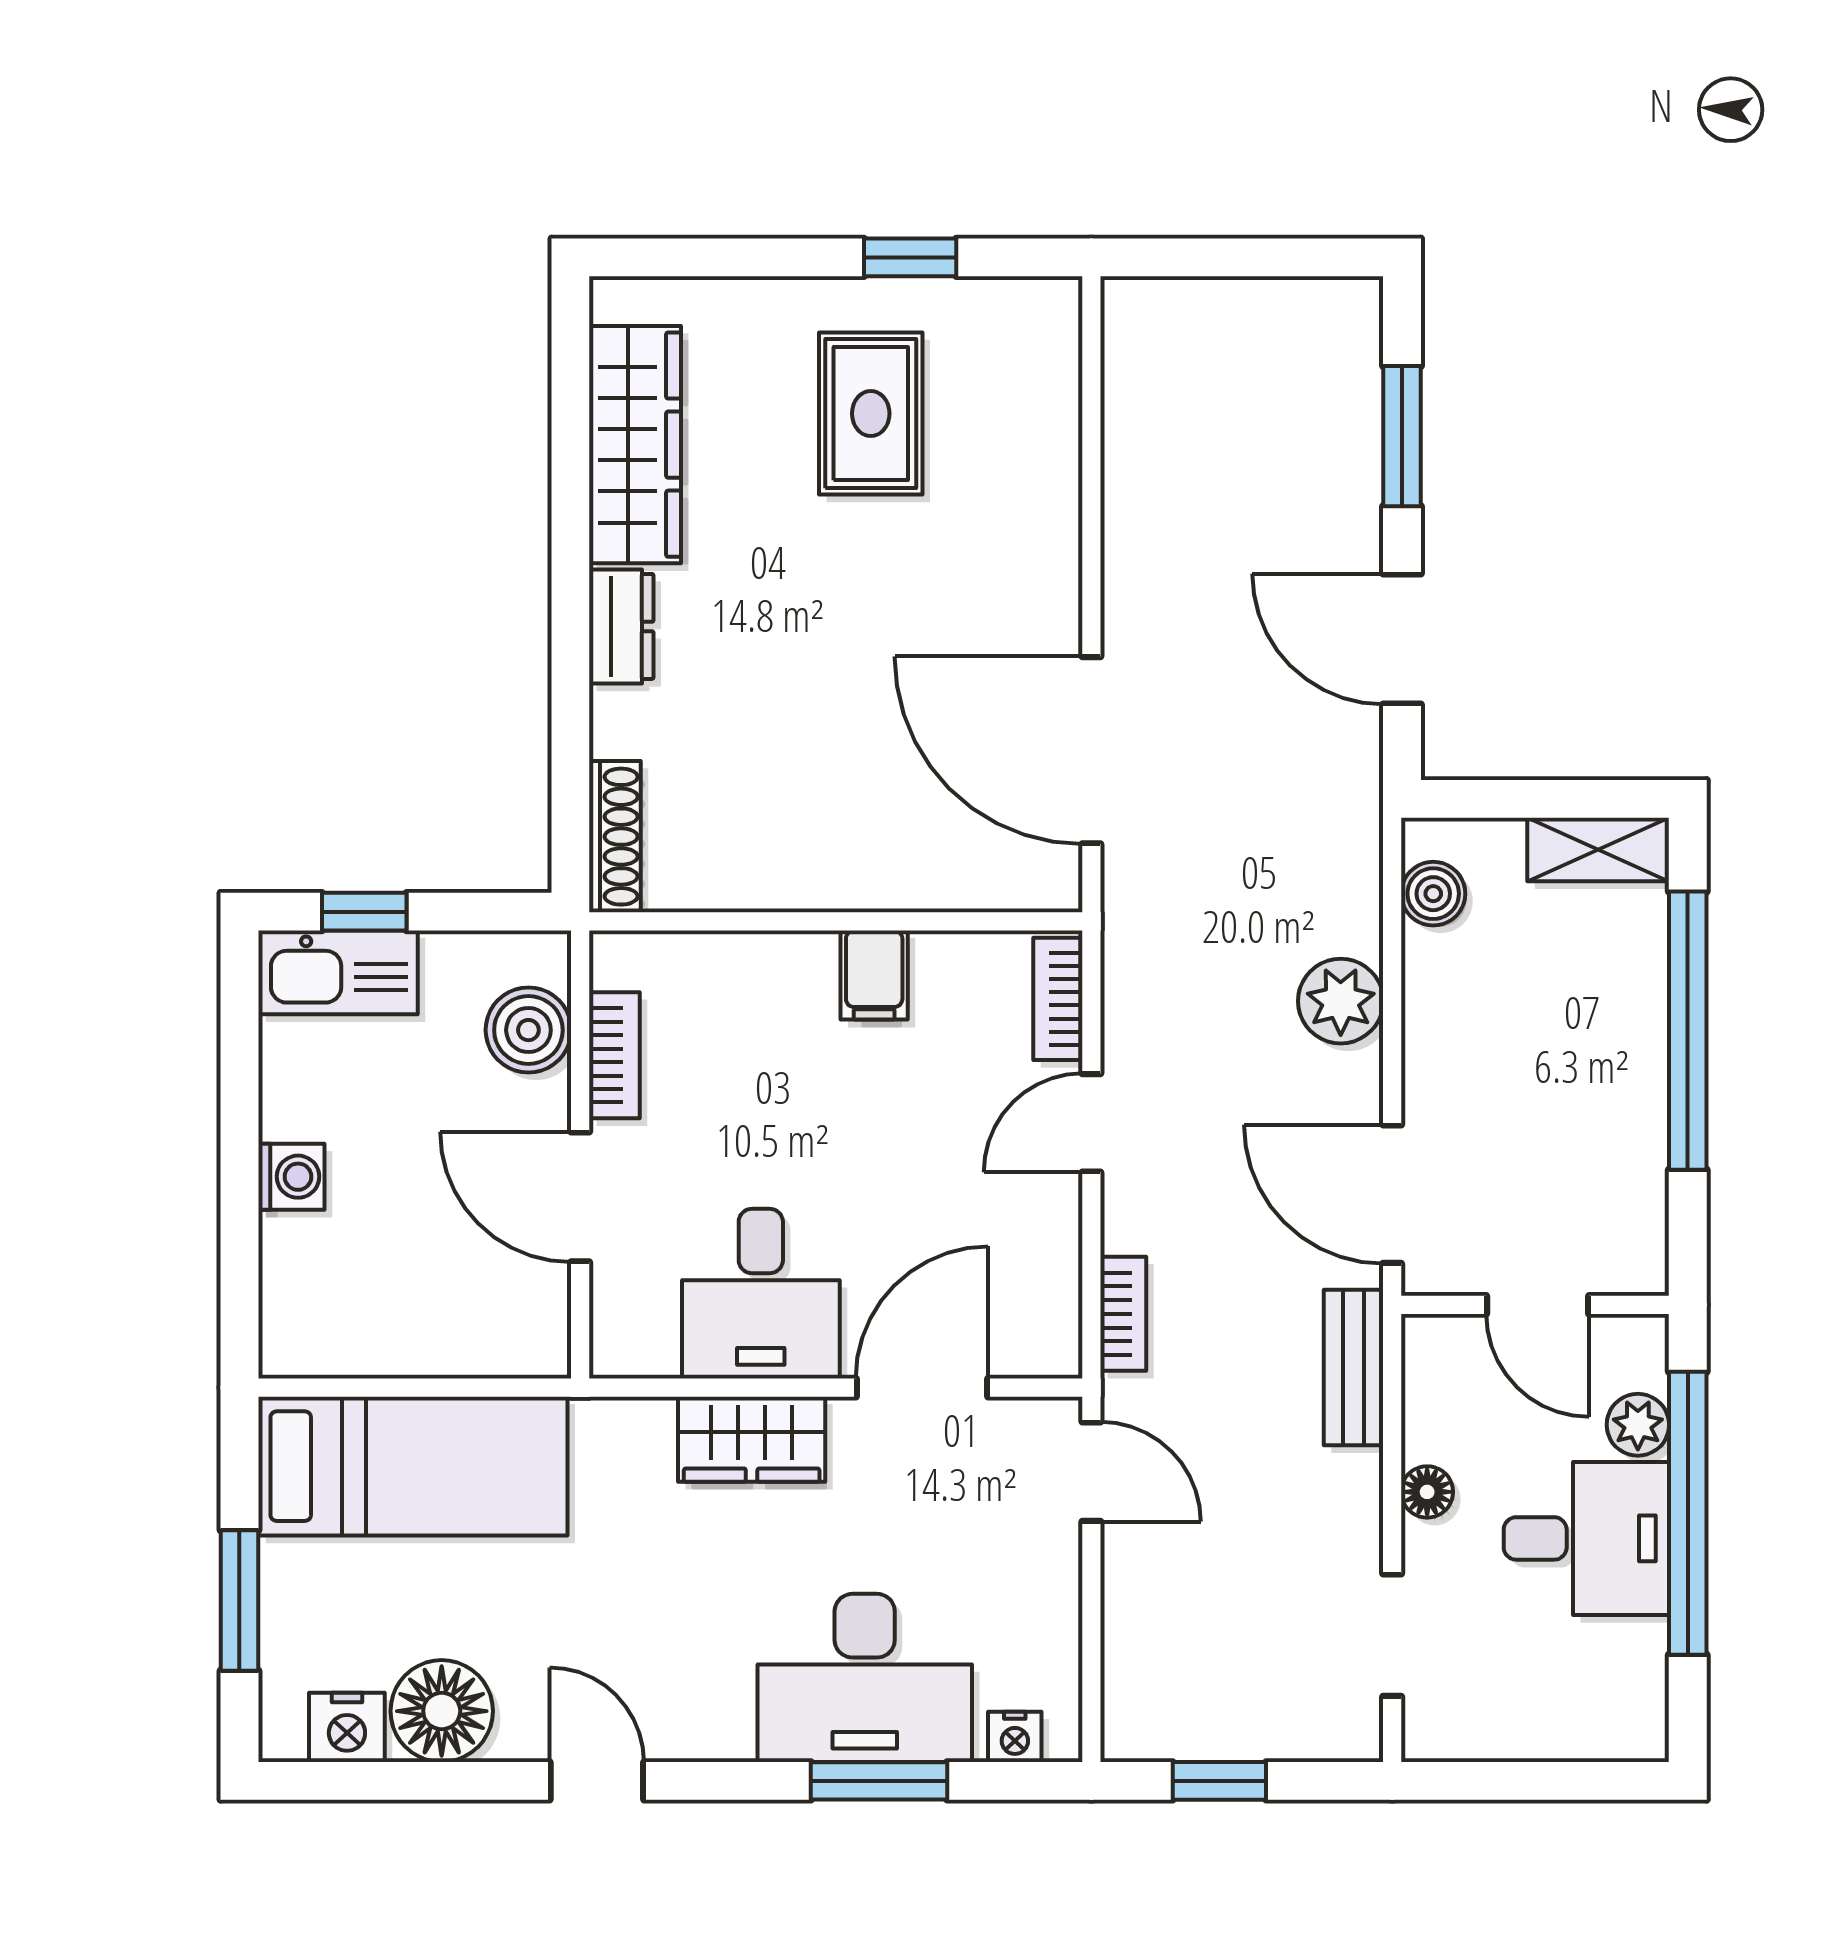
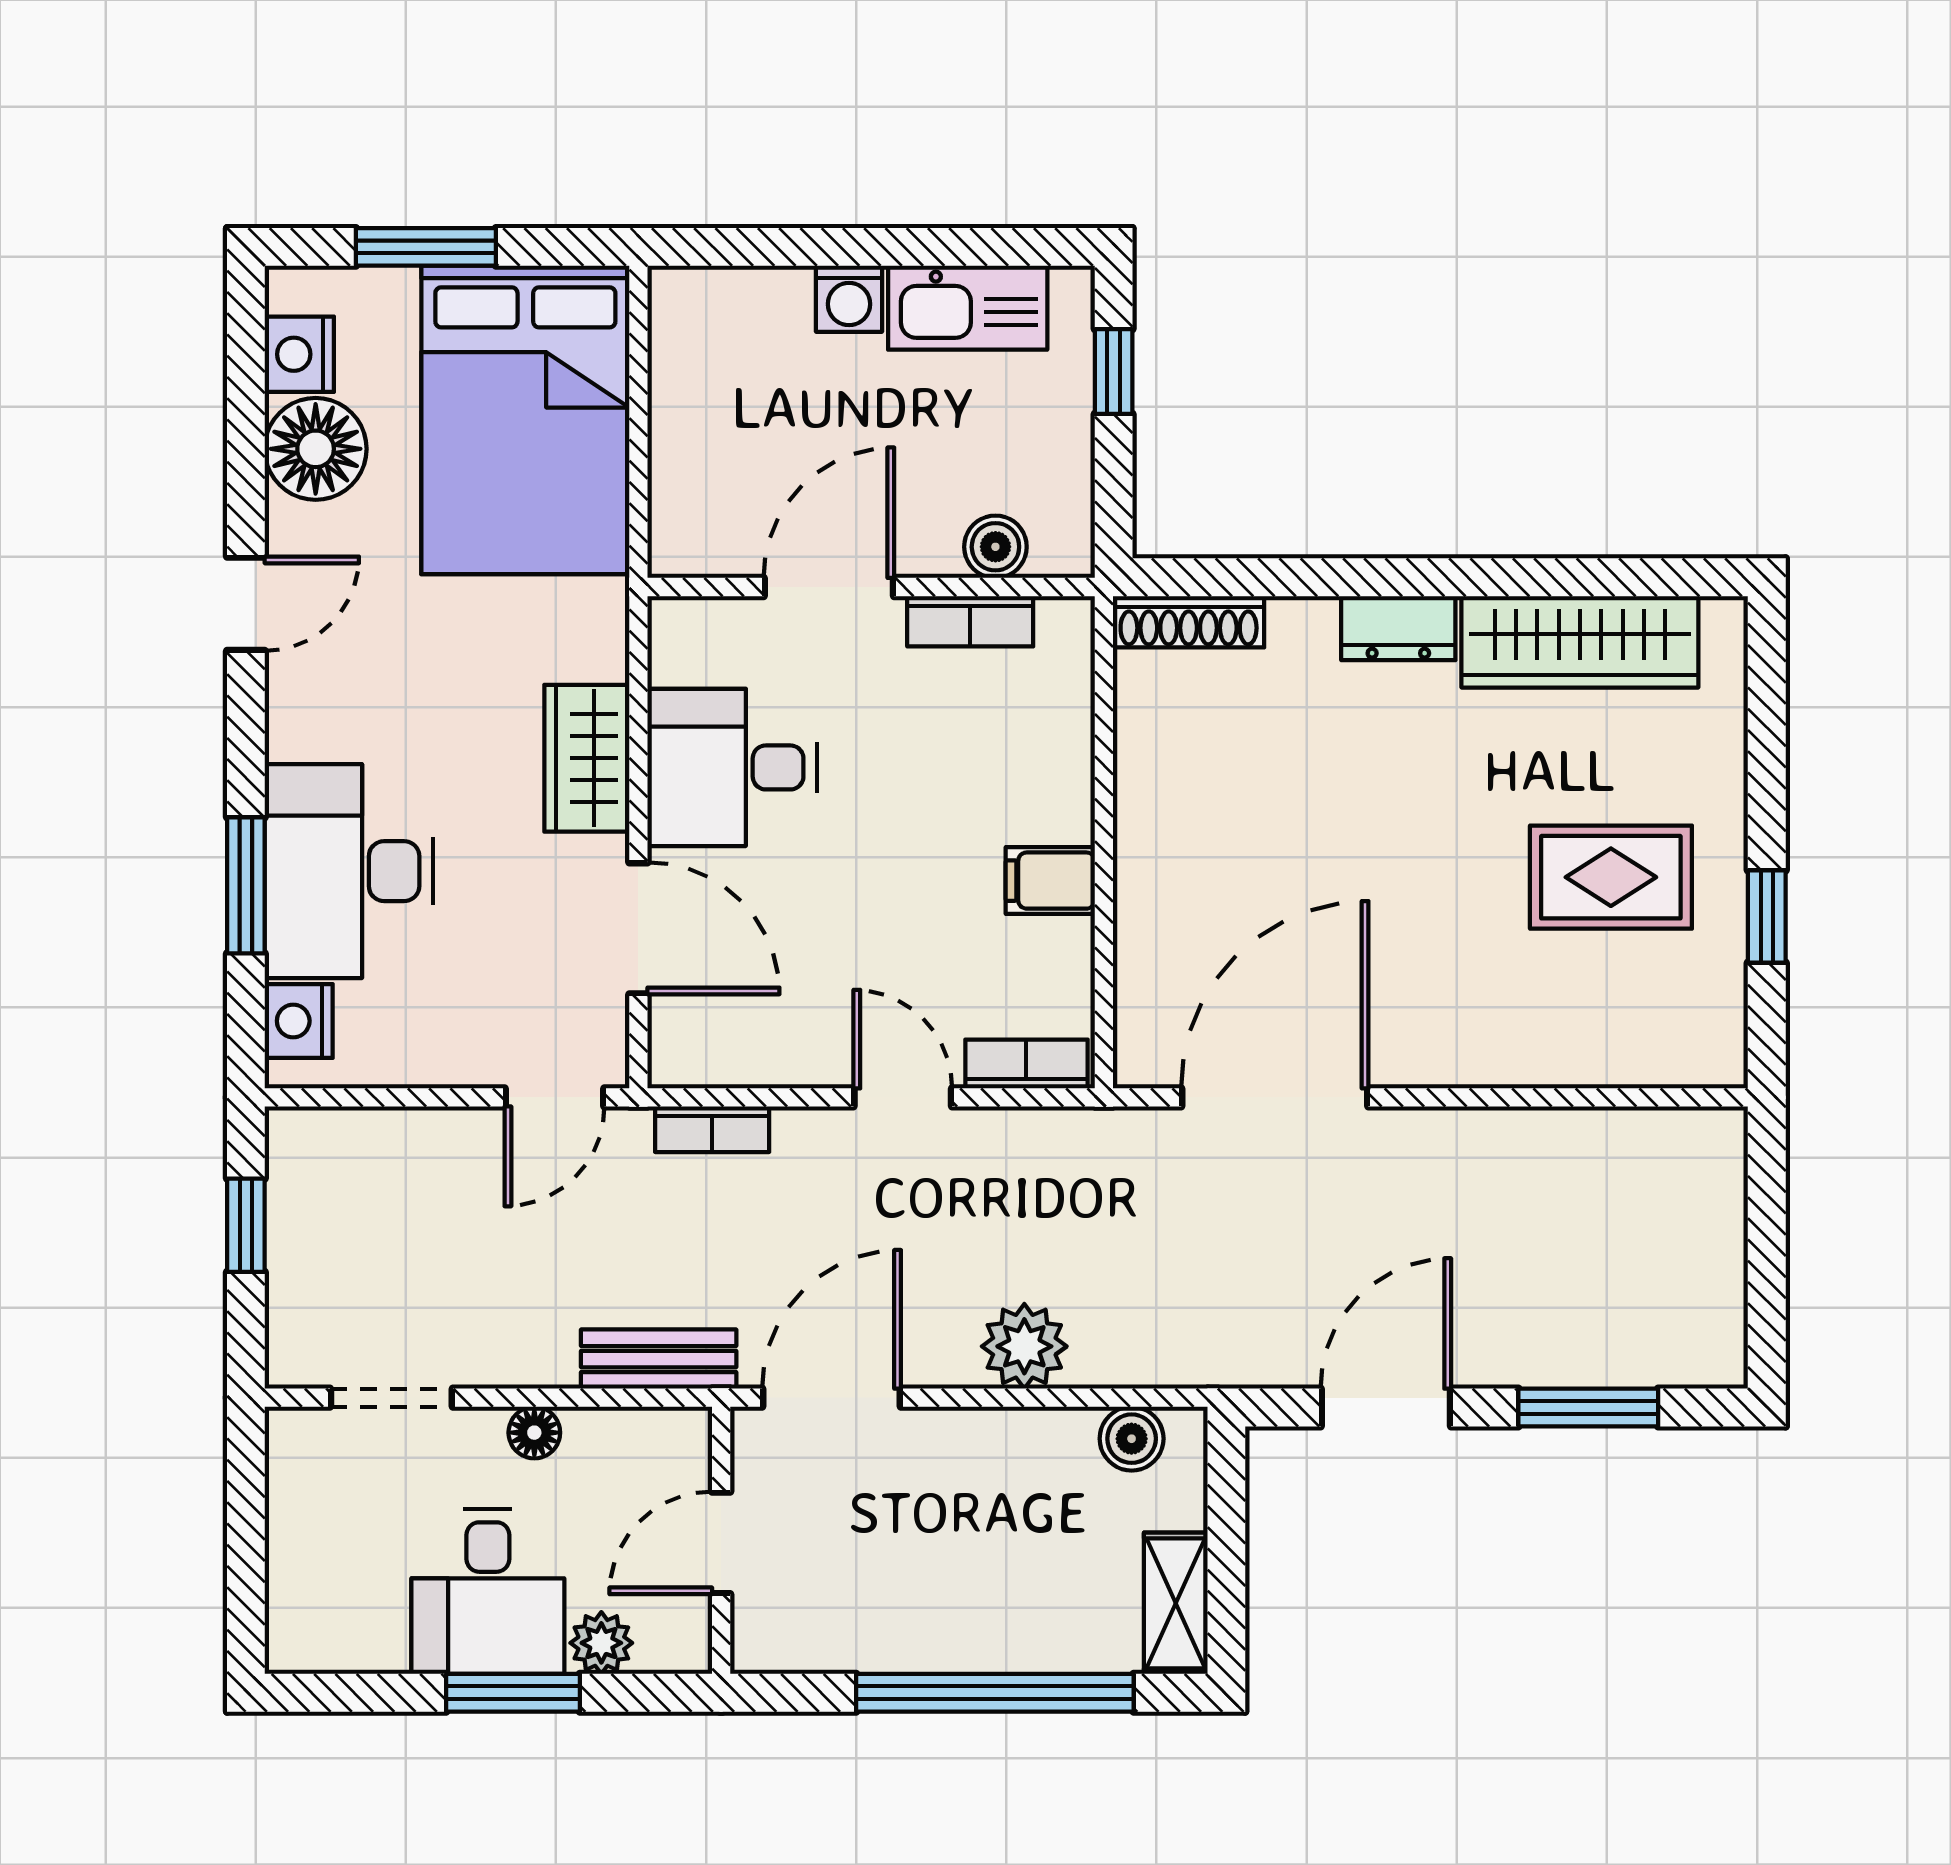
kitchen sink: (338, 972) -> (968, 308), moved, turned -90
boiler: (528, 1030) -> (995, 547), width x0.73, depth x0.73
bed: (413, 1466) -> (525, 420), width x1.50
window: (1688, 1513) -> (513, 1693), width x0.47
nightstand: (1015, 1737) -> (299, 1021), width x1.39, depth x1.35

